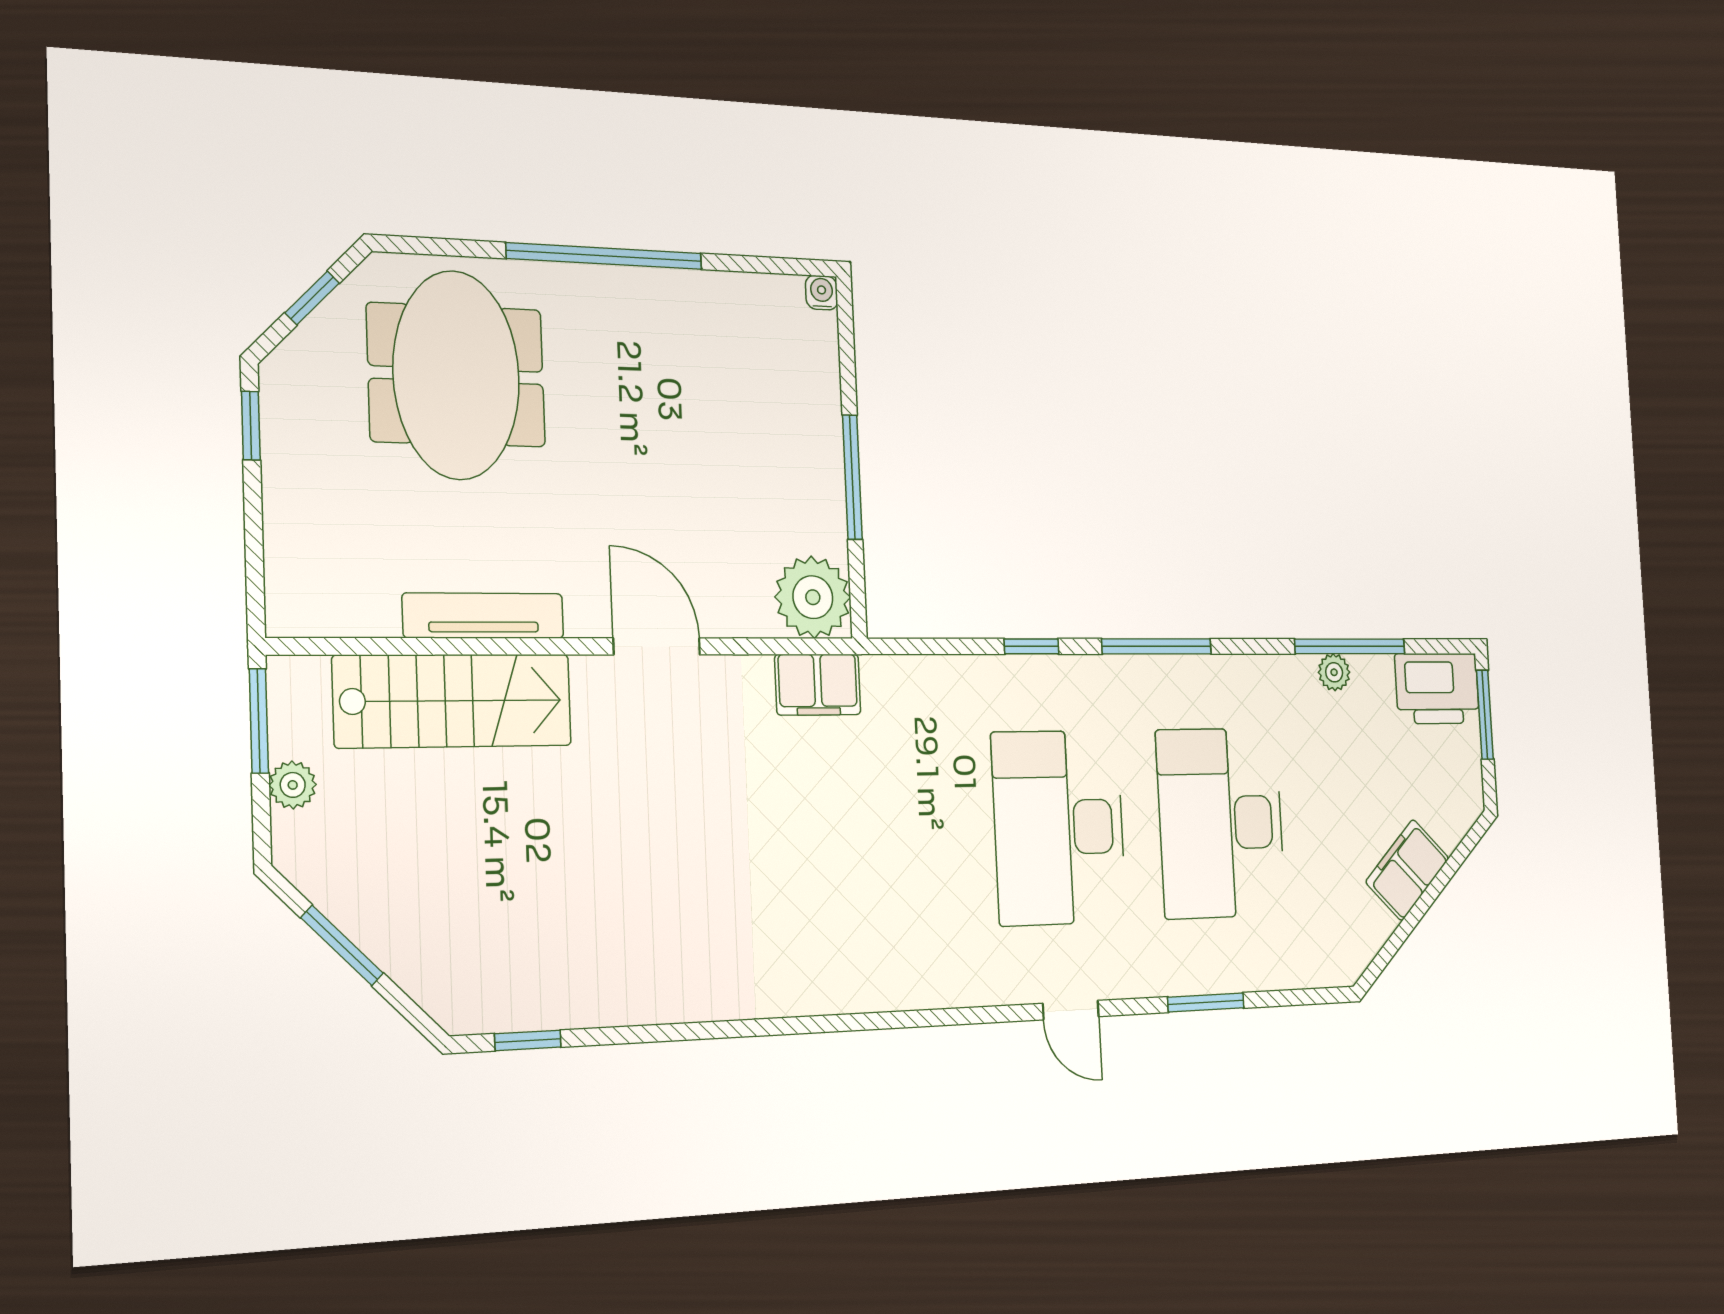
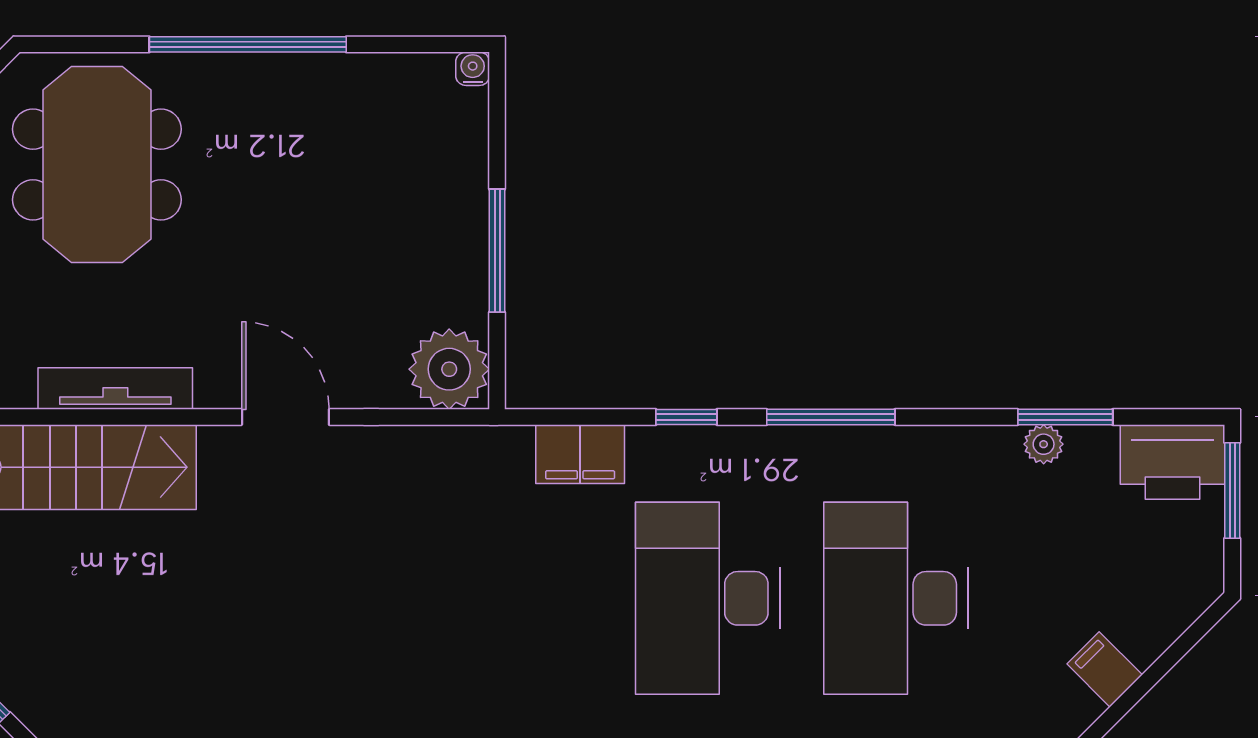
window: (1350, 646) -> (1065, 417), width x0.69
filing cabinet: (818, 685) -> (580, 454), moved
filing cabinet: (1407, 870) -> (1105, 669), width x0.50

